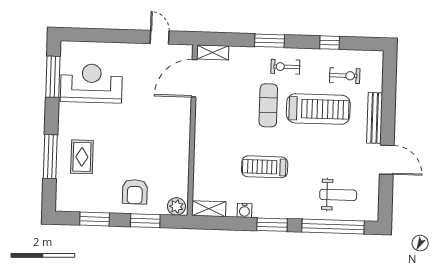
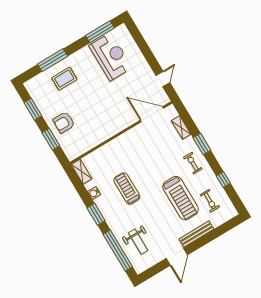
shelving: (213, 52) -> (181, 127), moved
exercise mat: (268, 105) -> (164, 168), removed
plant: (176, 206) -> (71, 152), removed

